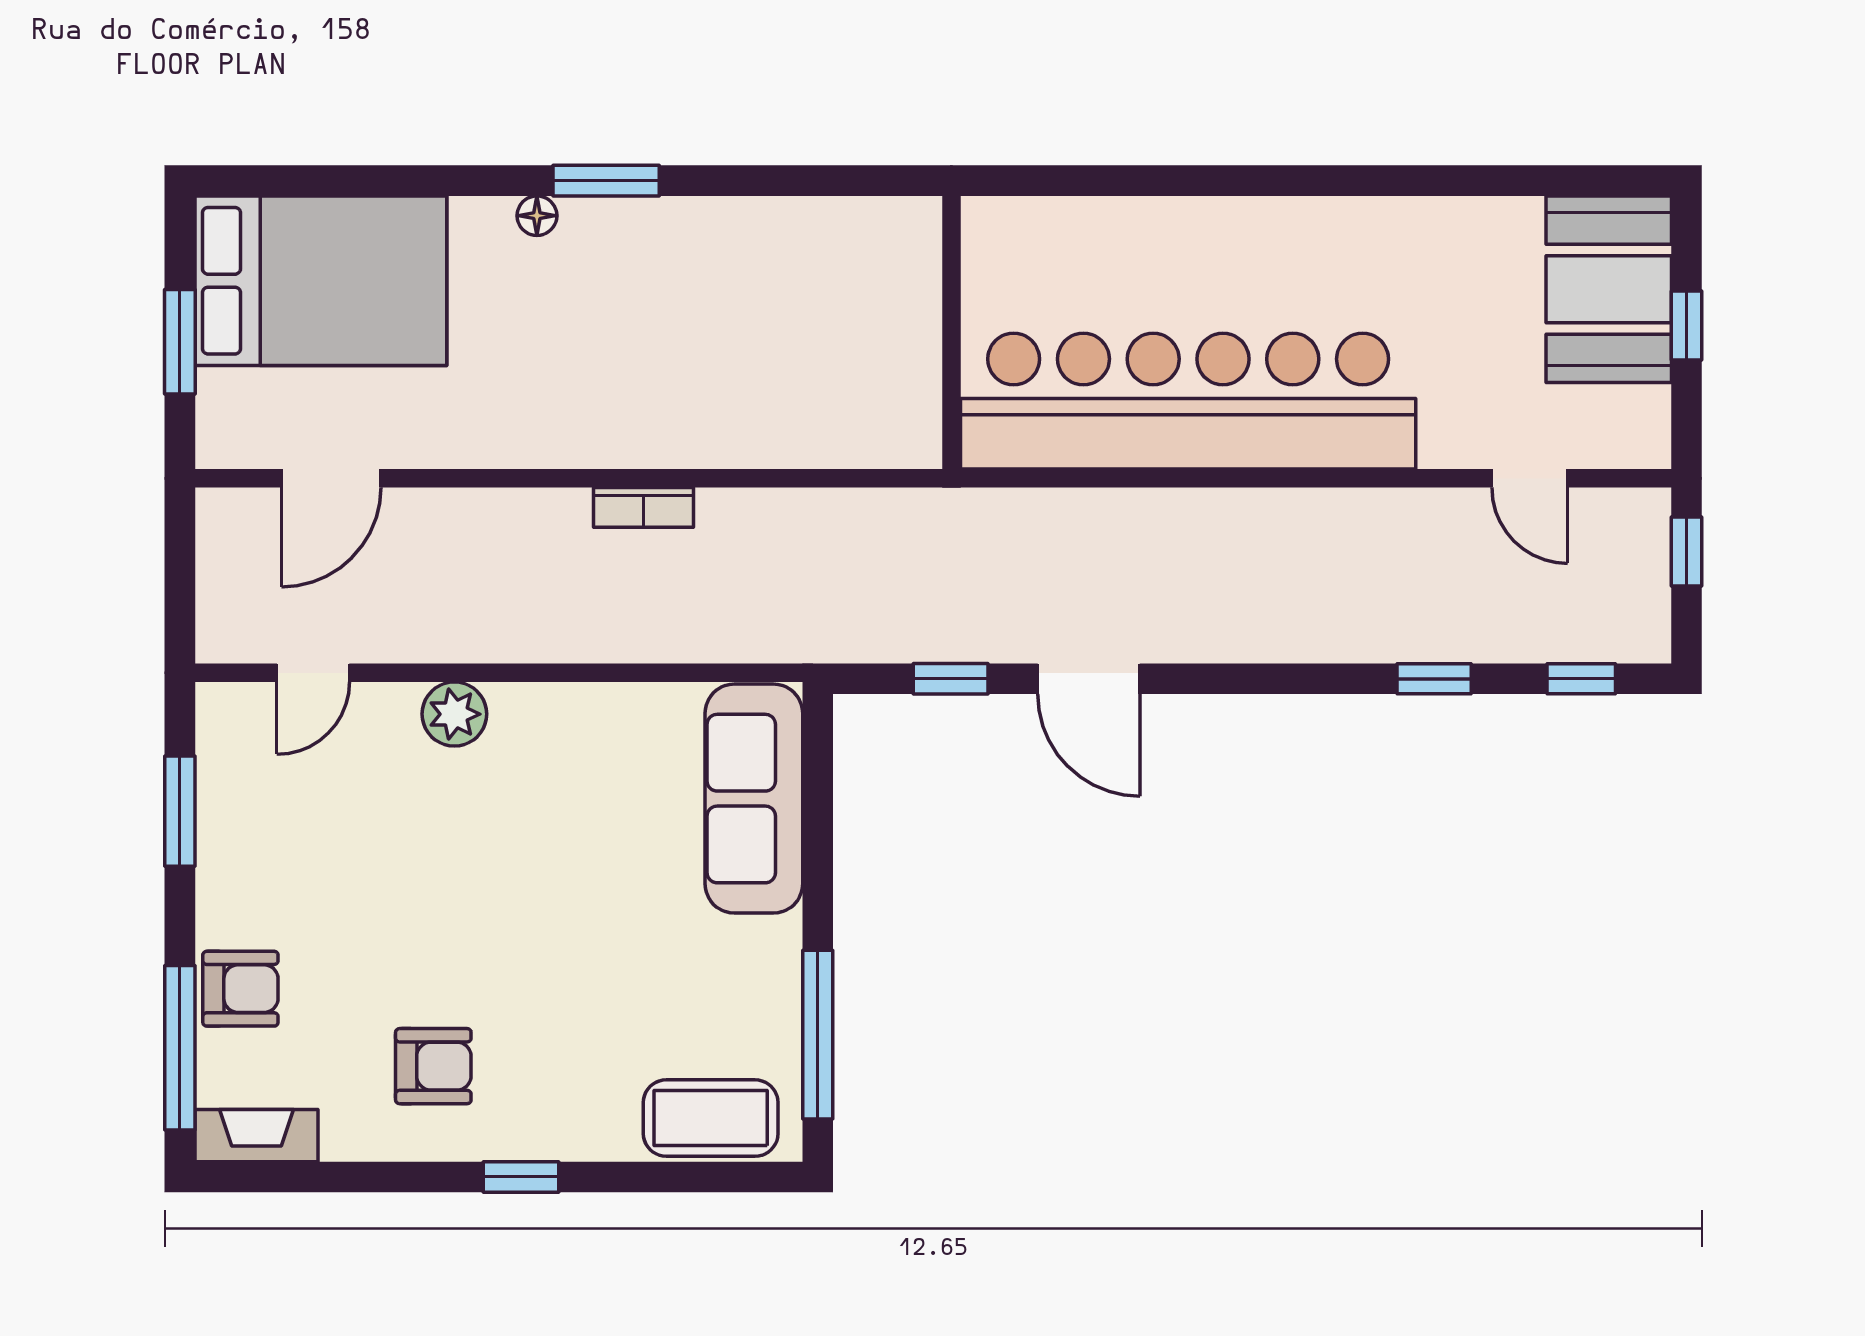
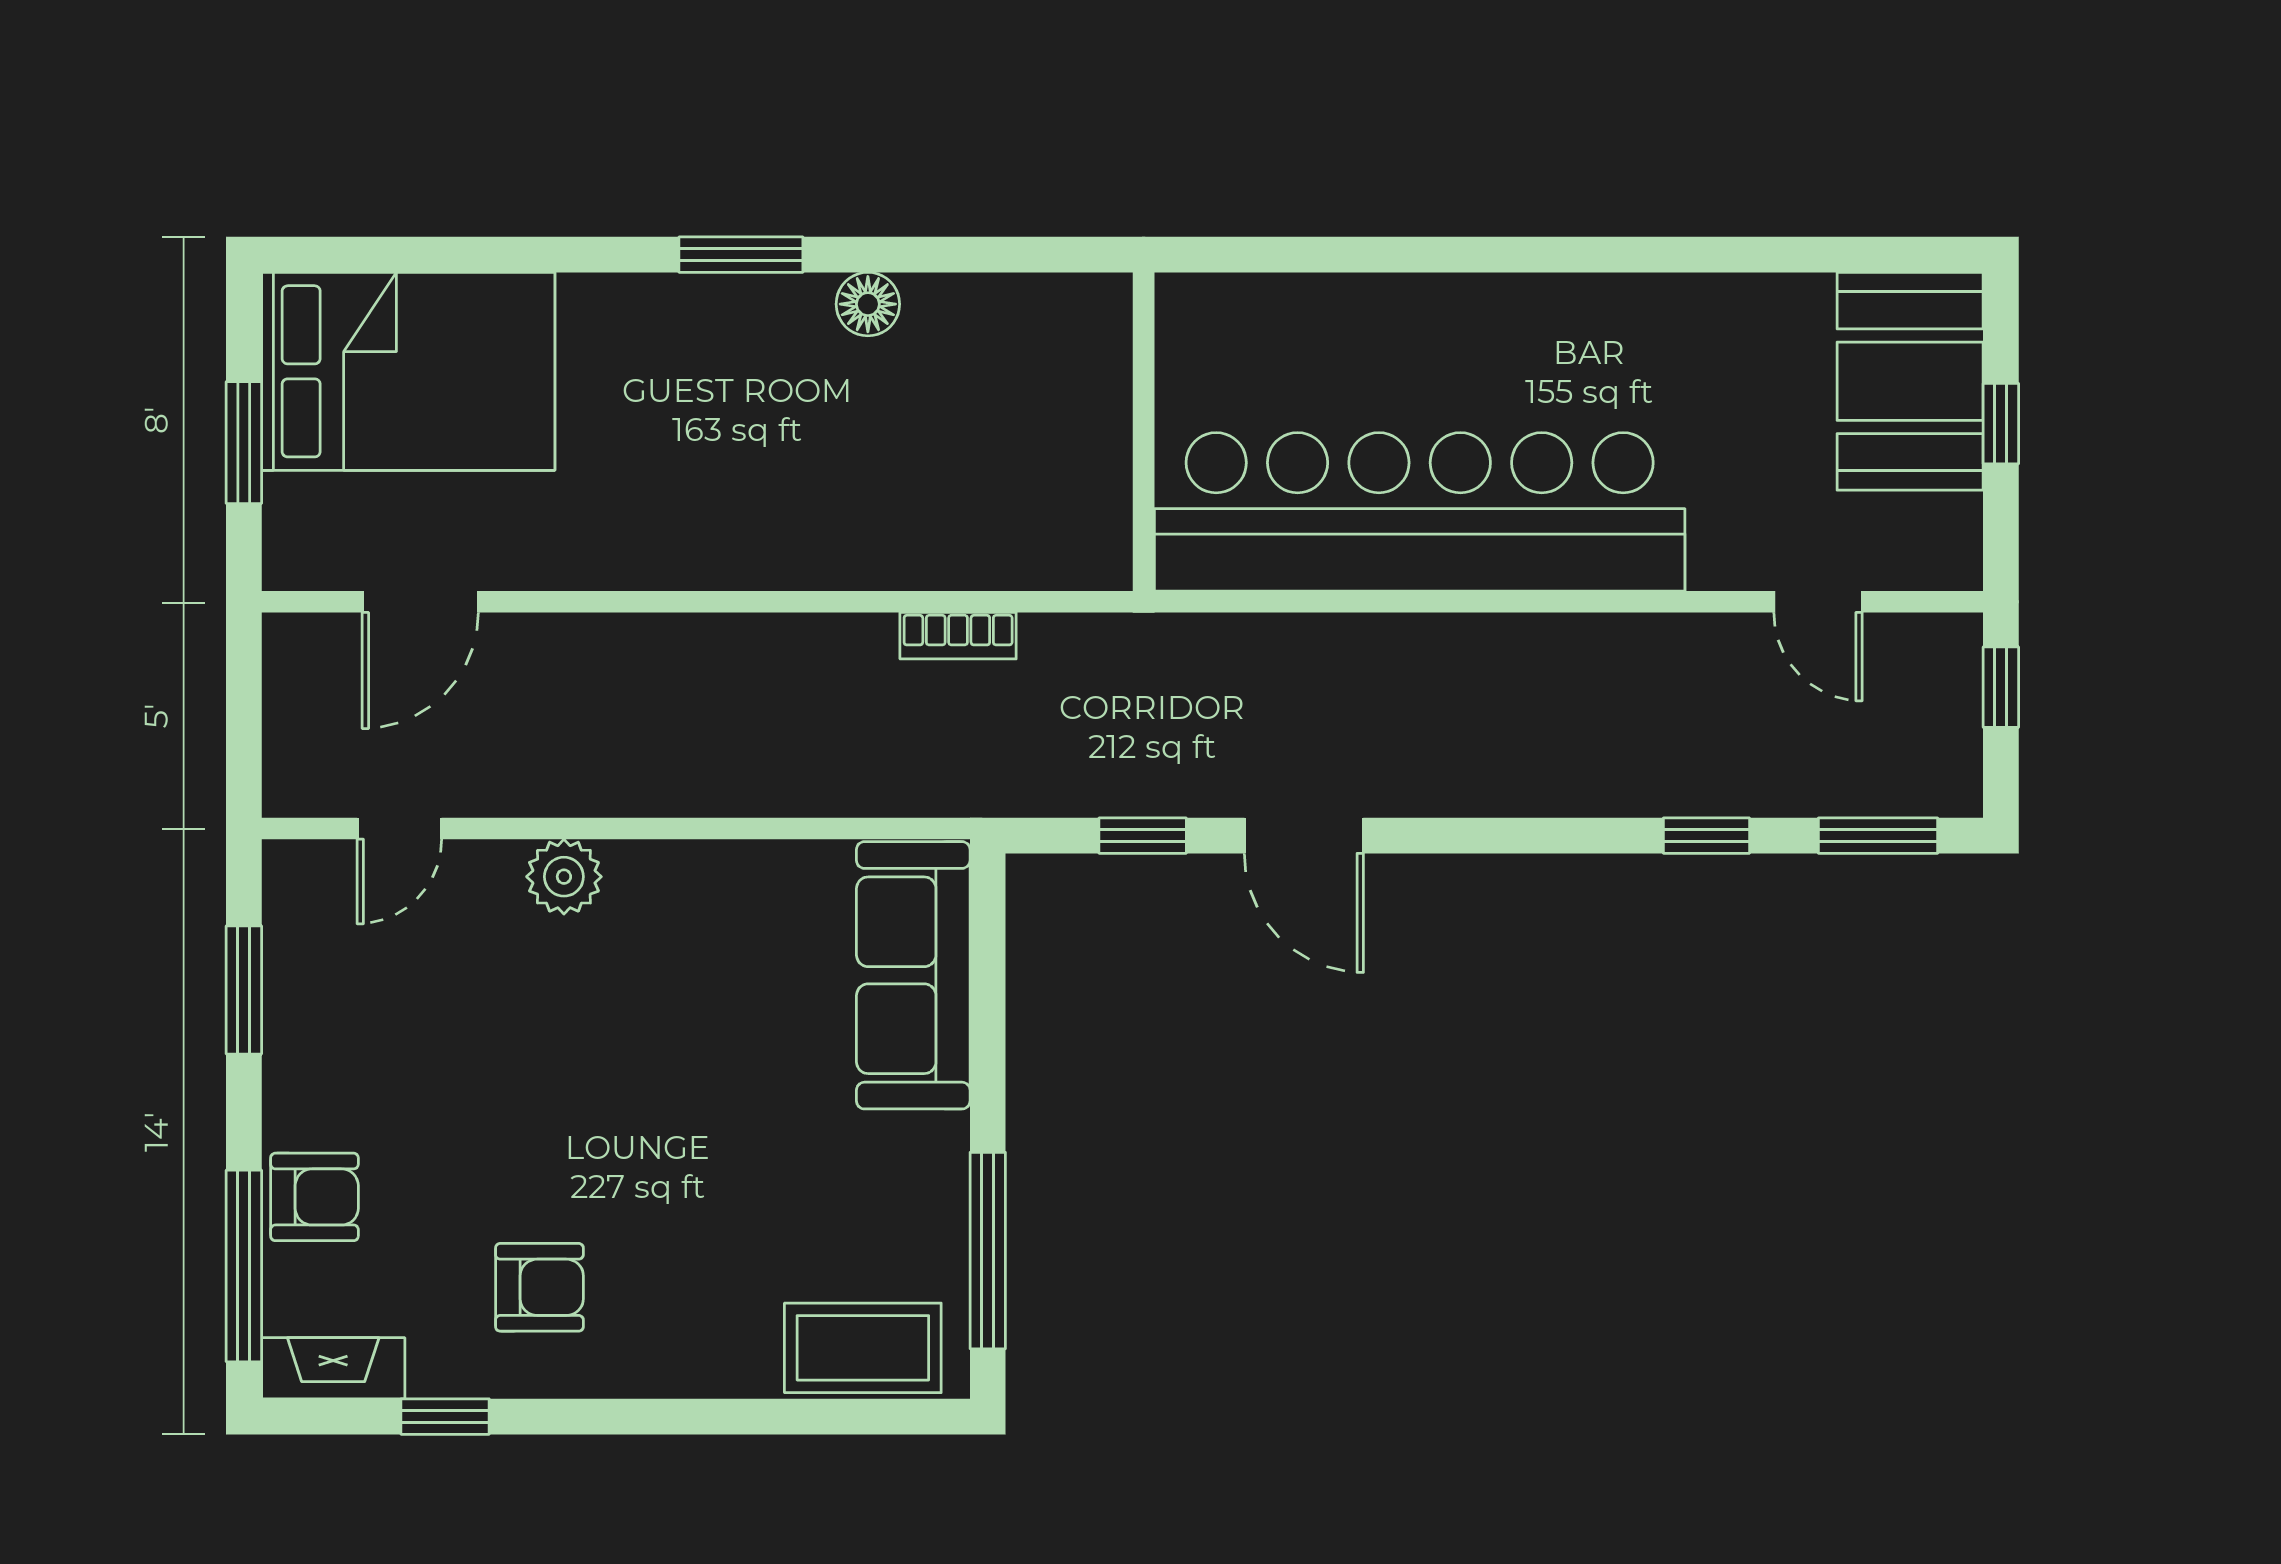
floor lamp: (537, 216) -> (868, 304), moved, width x1.37, depth x1.37
bookcase: (643, 507) -> (958, 636), moved
window: (1581, 679) -> (1878, 836), width x1.50
window: (521, 1177) -> (445, 1417), moved

